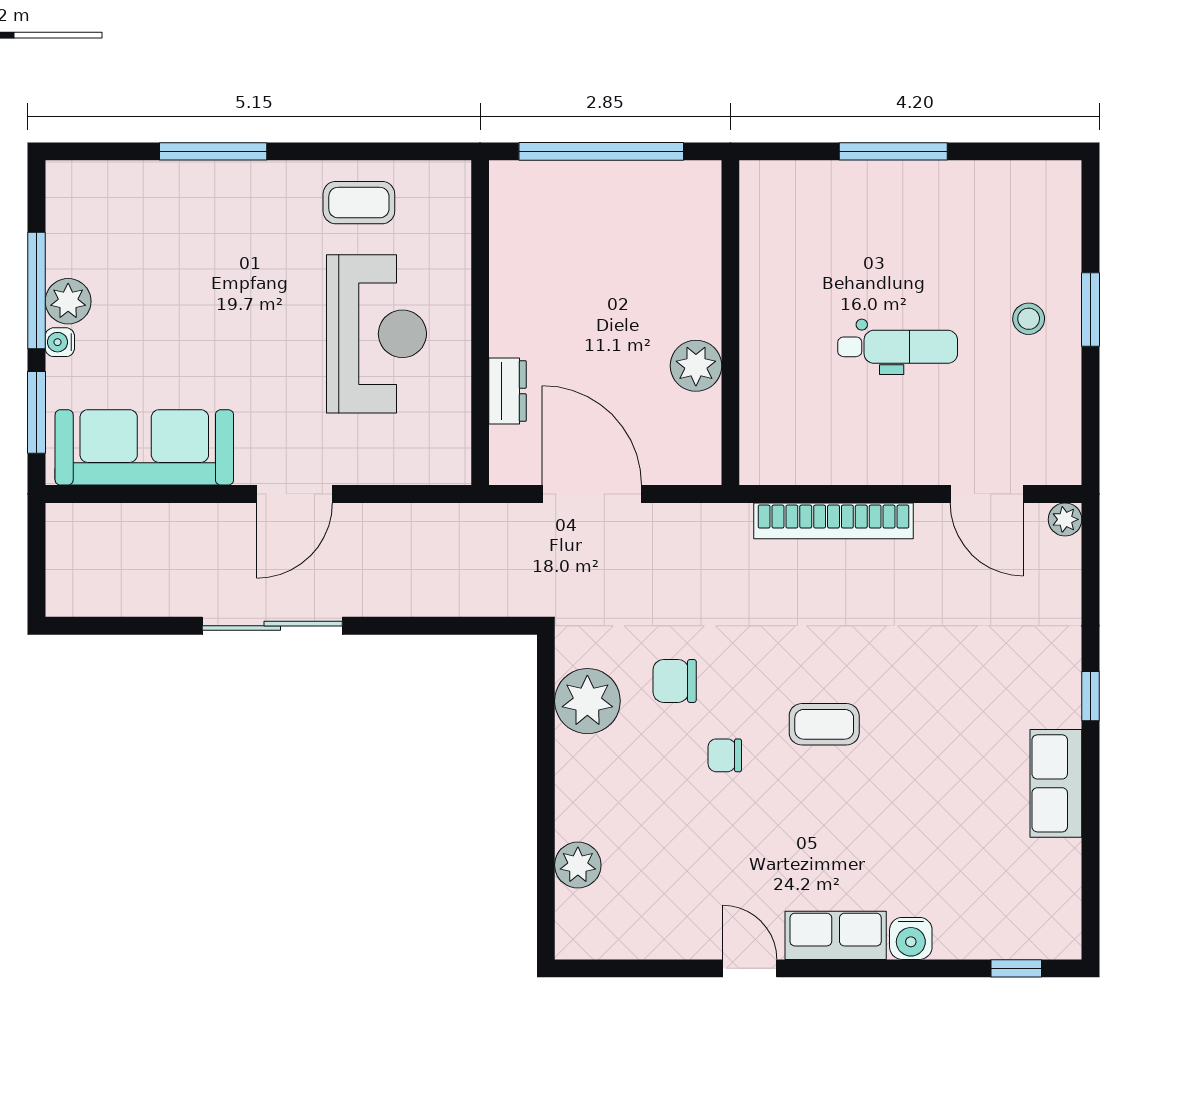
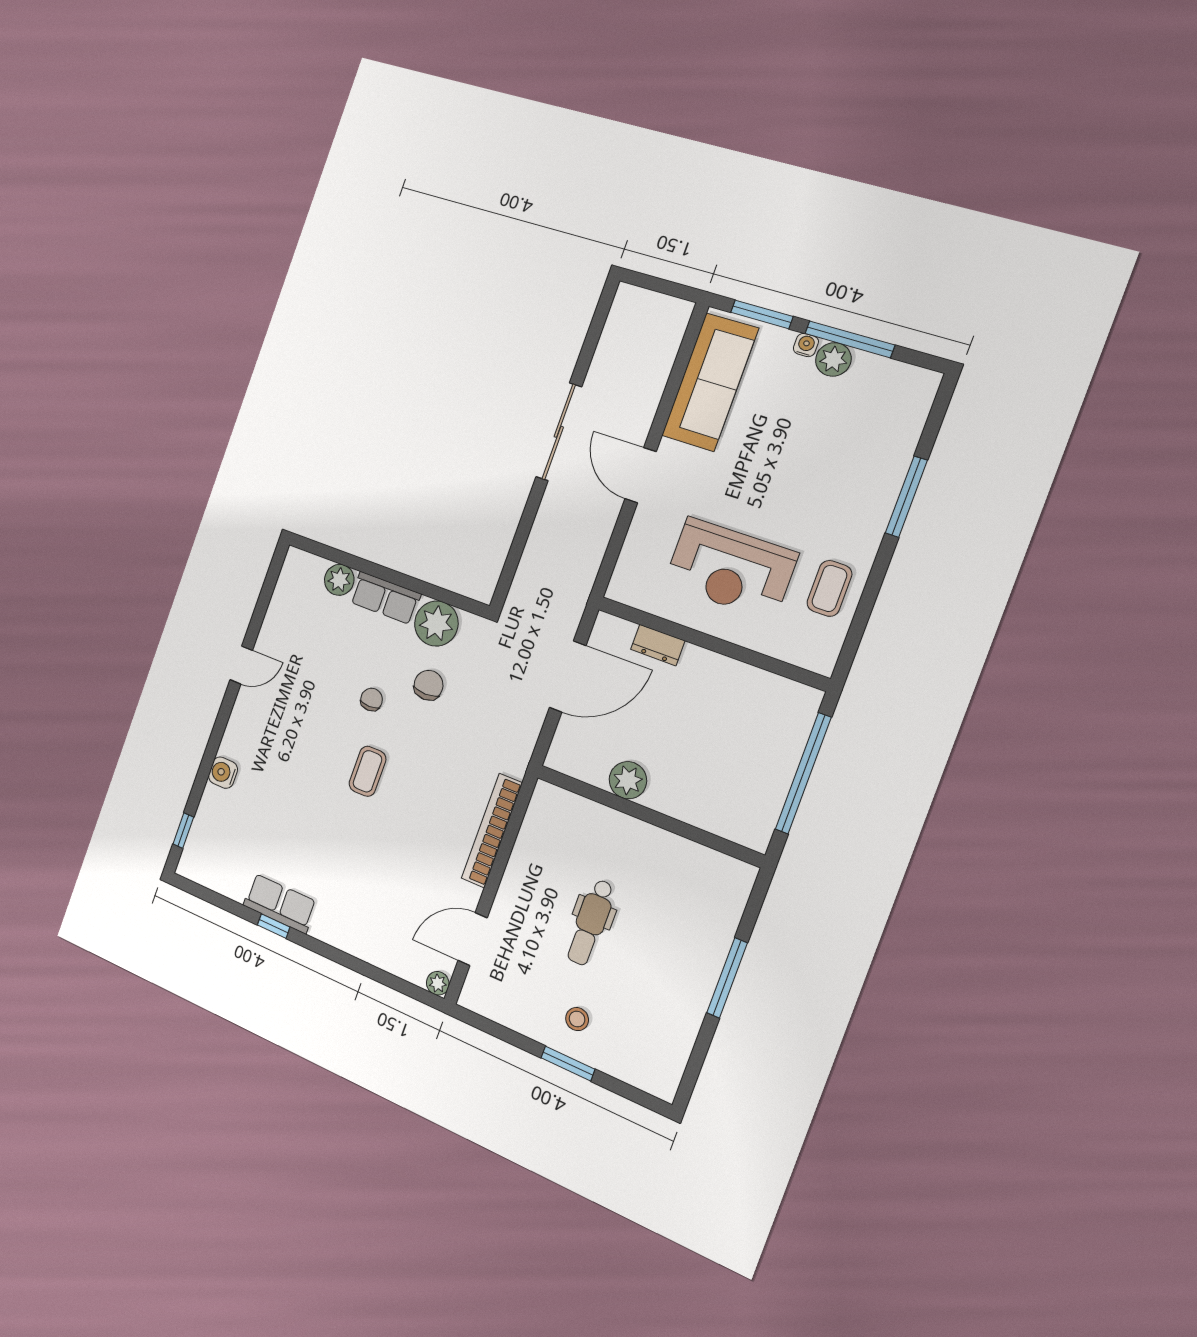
window: (1091, 696) -> (274, 926), moved
row of seats: (836, 935) -> (385, 598), moved, turned 90

